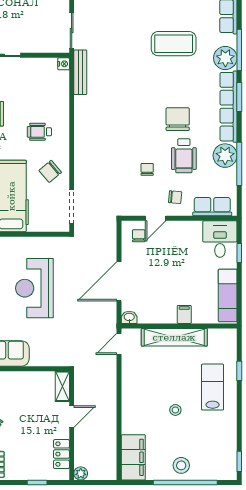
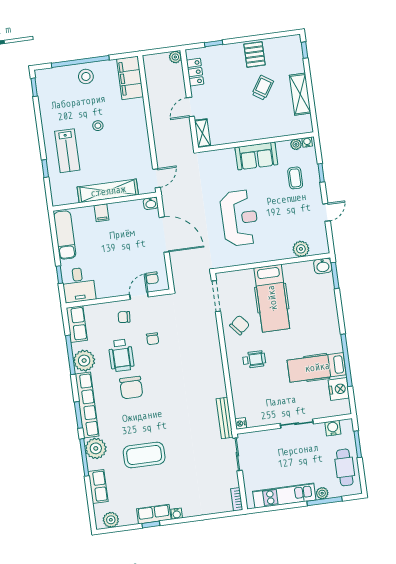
wheelchair: (184, 156) -> (121, 355), turned 180
row of seats: (212, 207) -> (77, 324), moved, turned -90
door: (119, 281) -> (164, 235), hinge flipped

